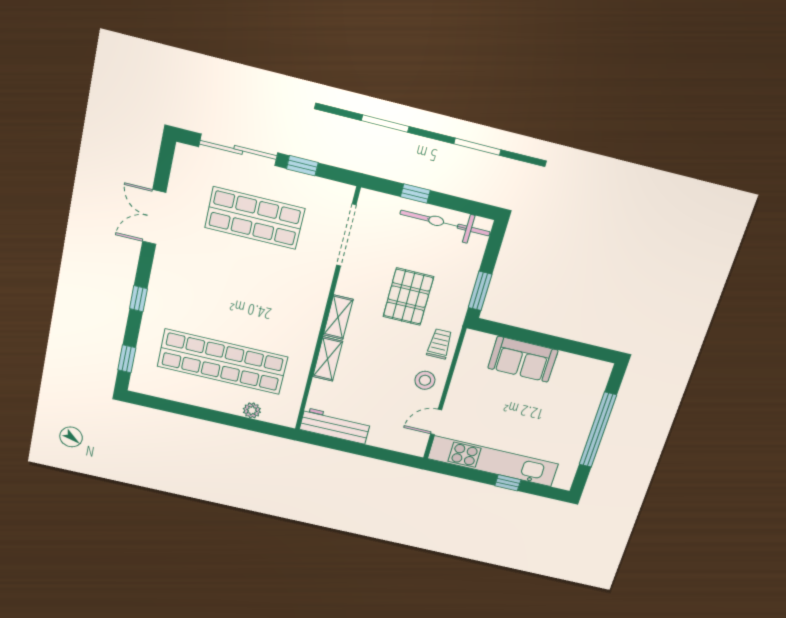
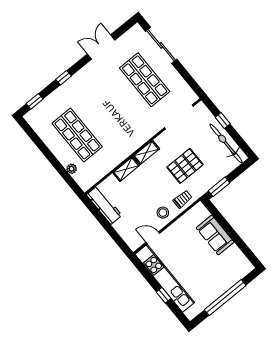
window: (302, 166) -> (183, 72), removed
shop shelf: (223, 362) -> (77, 135), width x0.71

